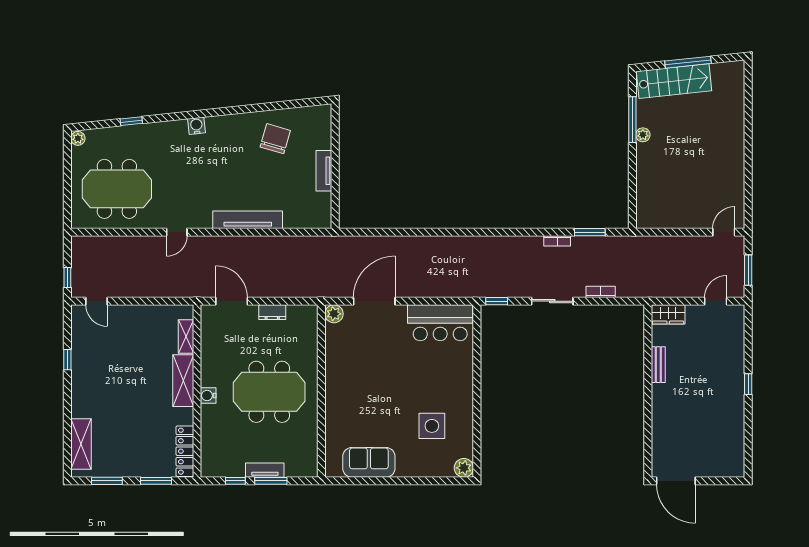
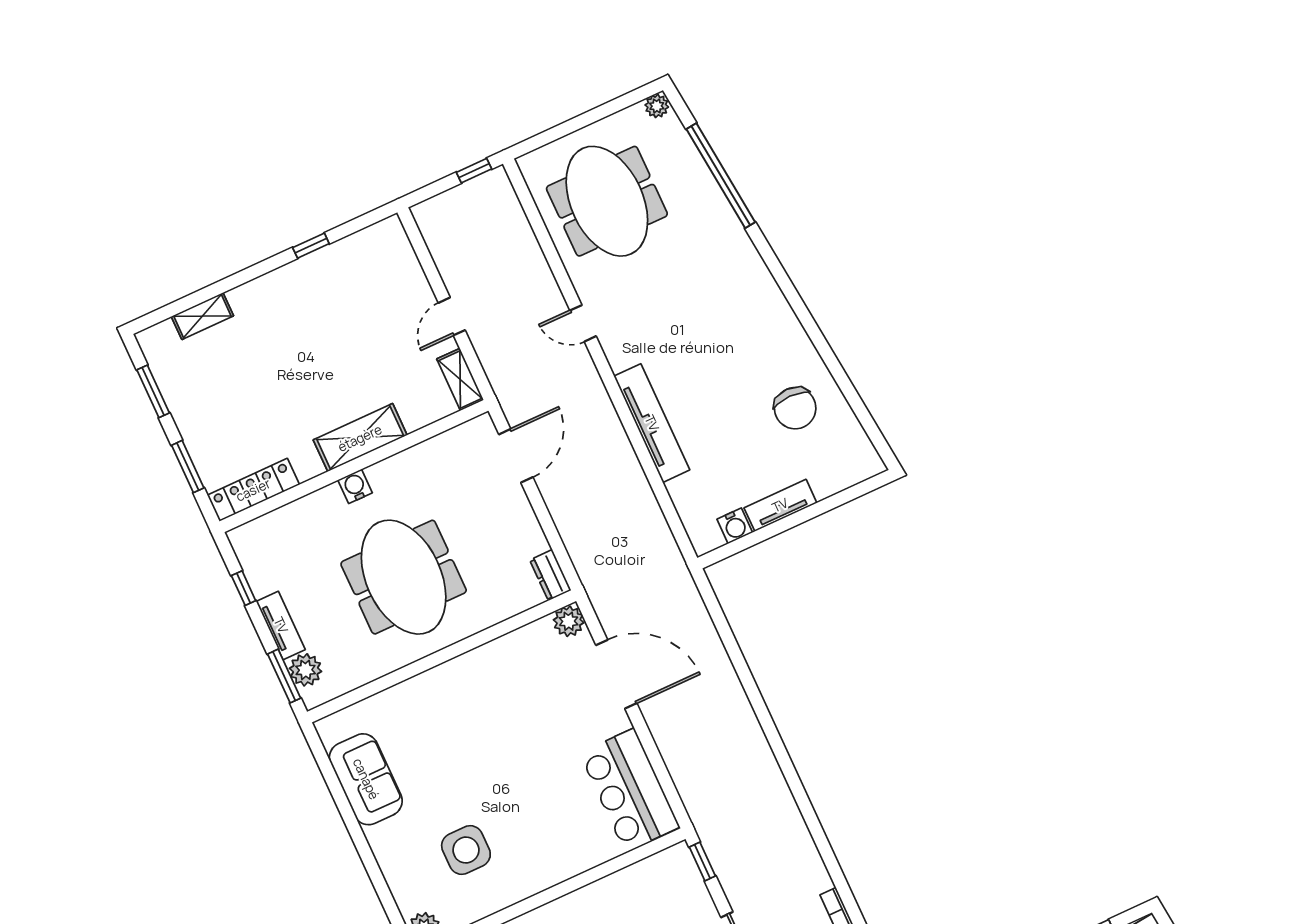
window: (131, 121) -> (721, 176), width x3.17
water cooler: (196, 126) -> (735, 526), moved, turned 96
chair: (275, 139) -> (795, 408), turned 74
window: (67, 278) -> (474, 171), moved
door: (96, 301) -> (452, 316), moved
dresser: (272, 312) -> (550, 575), moved
shelving: (186, 336) -> (460, 379), moved, turned 90
shelving: (81, 444) -> (202, 316), width x0.67, depth x0.75
plant: (295, 468) -> (306, 670), added
window: (271, 481) -> (284, 676), moved

